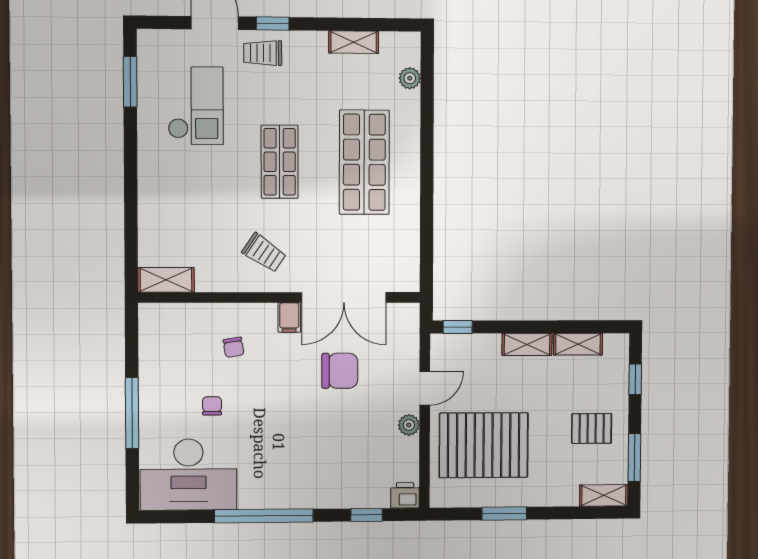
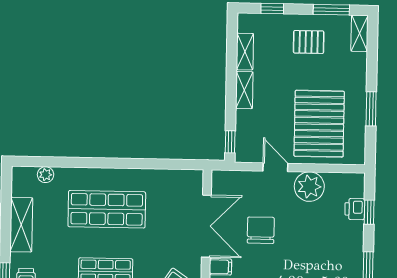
shelving: (354, 42) -> (21, 225), width x1.50, depth x1.33
plant: (409, 425) -> (309, 187), width x1.87, depth x1.87
pallet: (592, 428) -> (309, 42), turned 90
printer: (405, 495) -> (355, 209), moved

